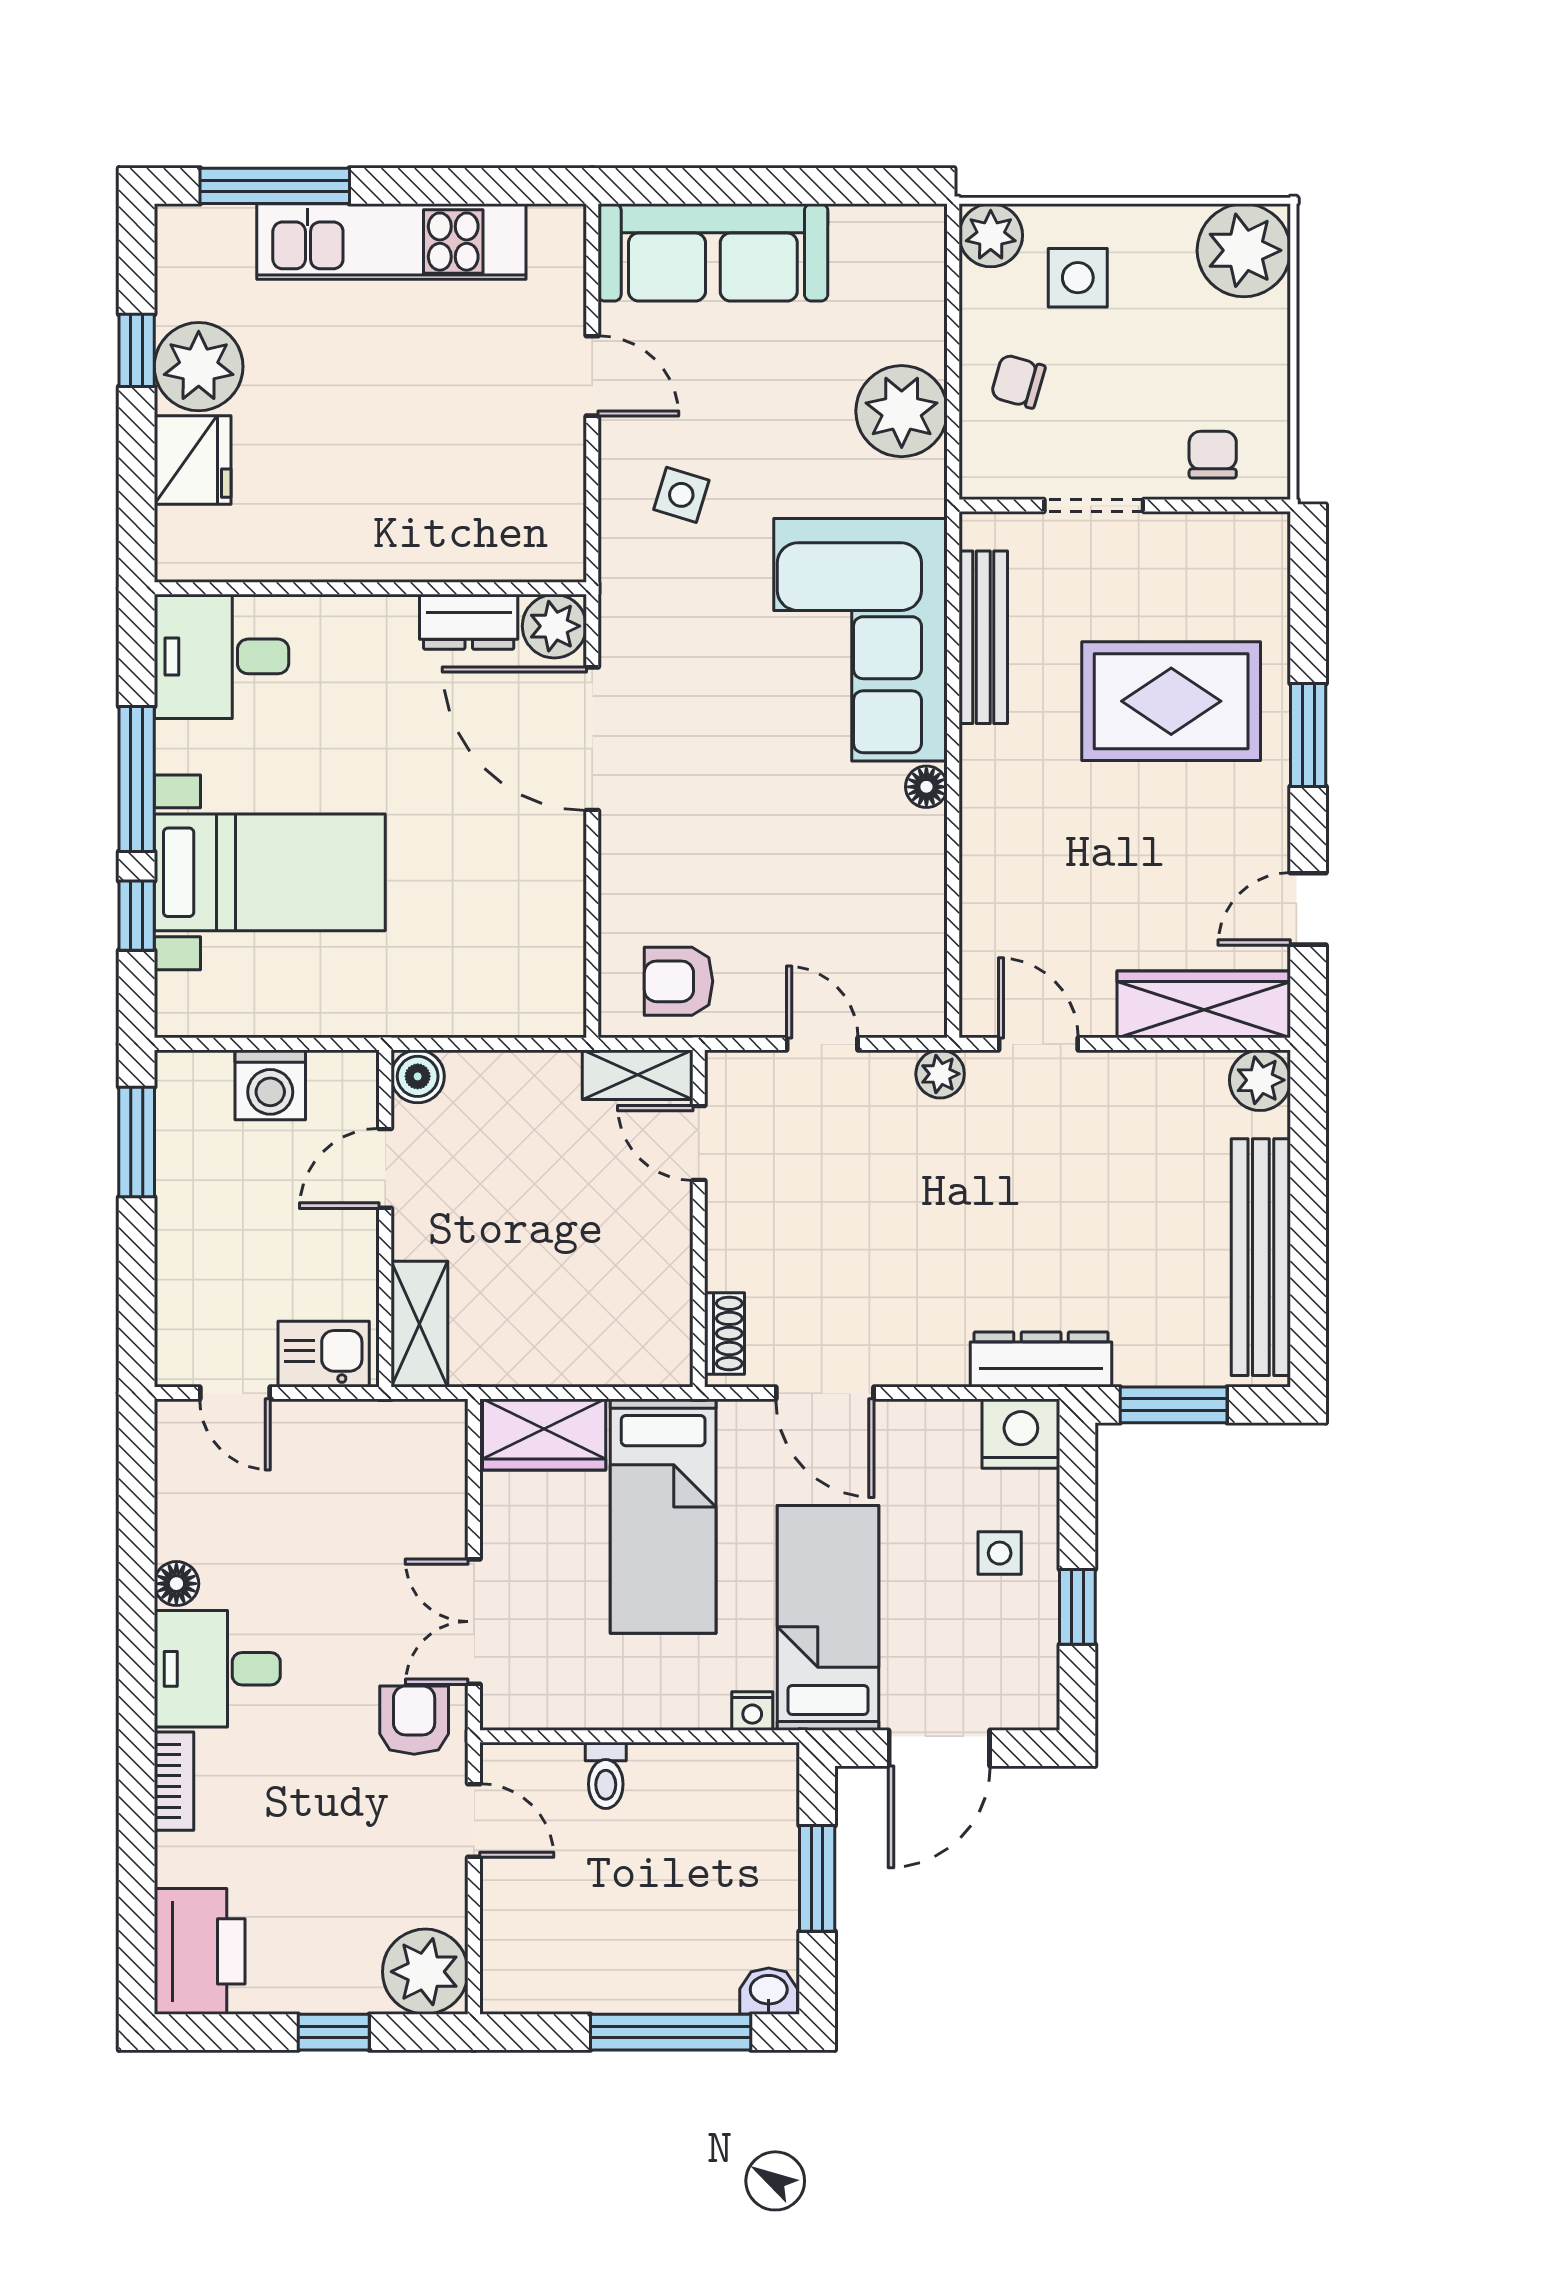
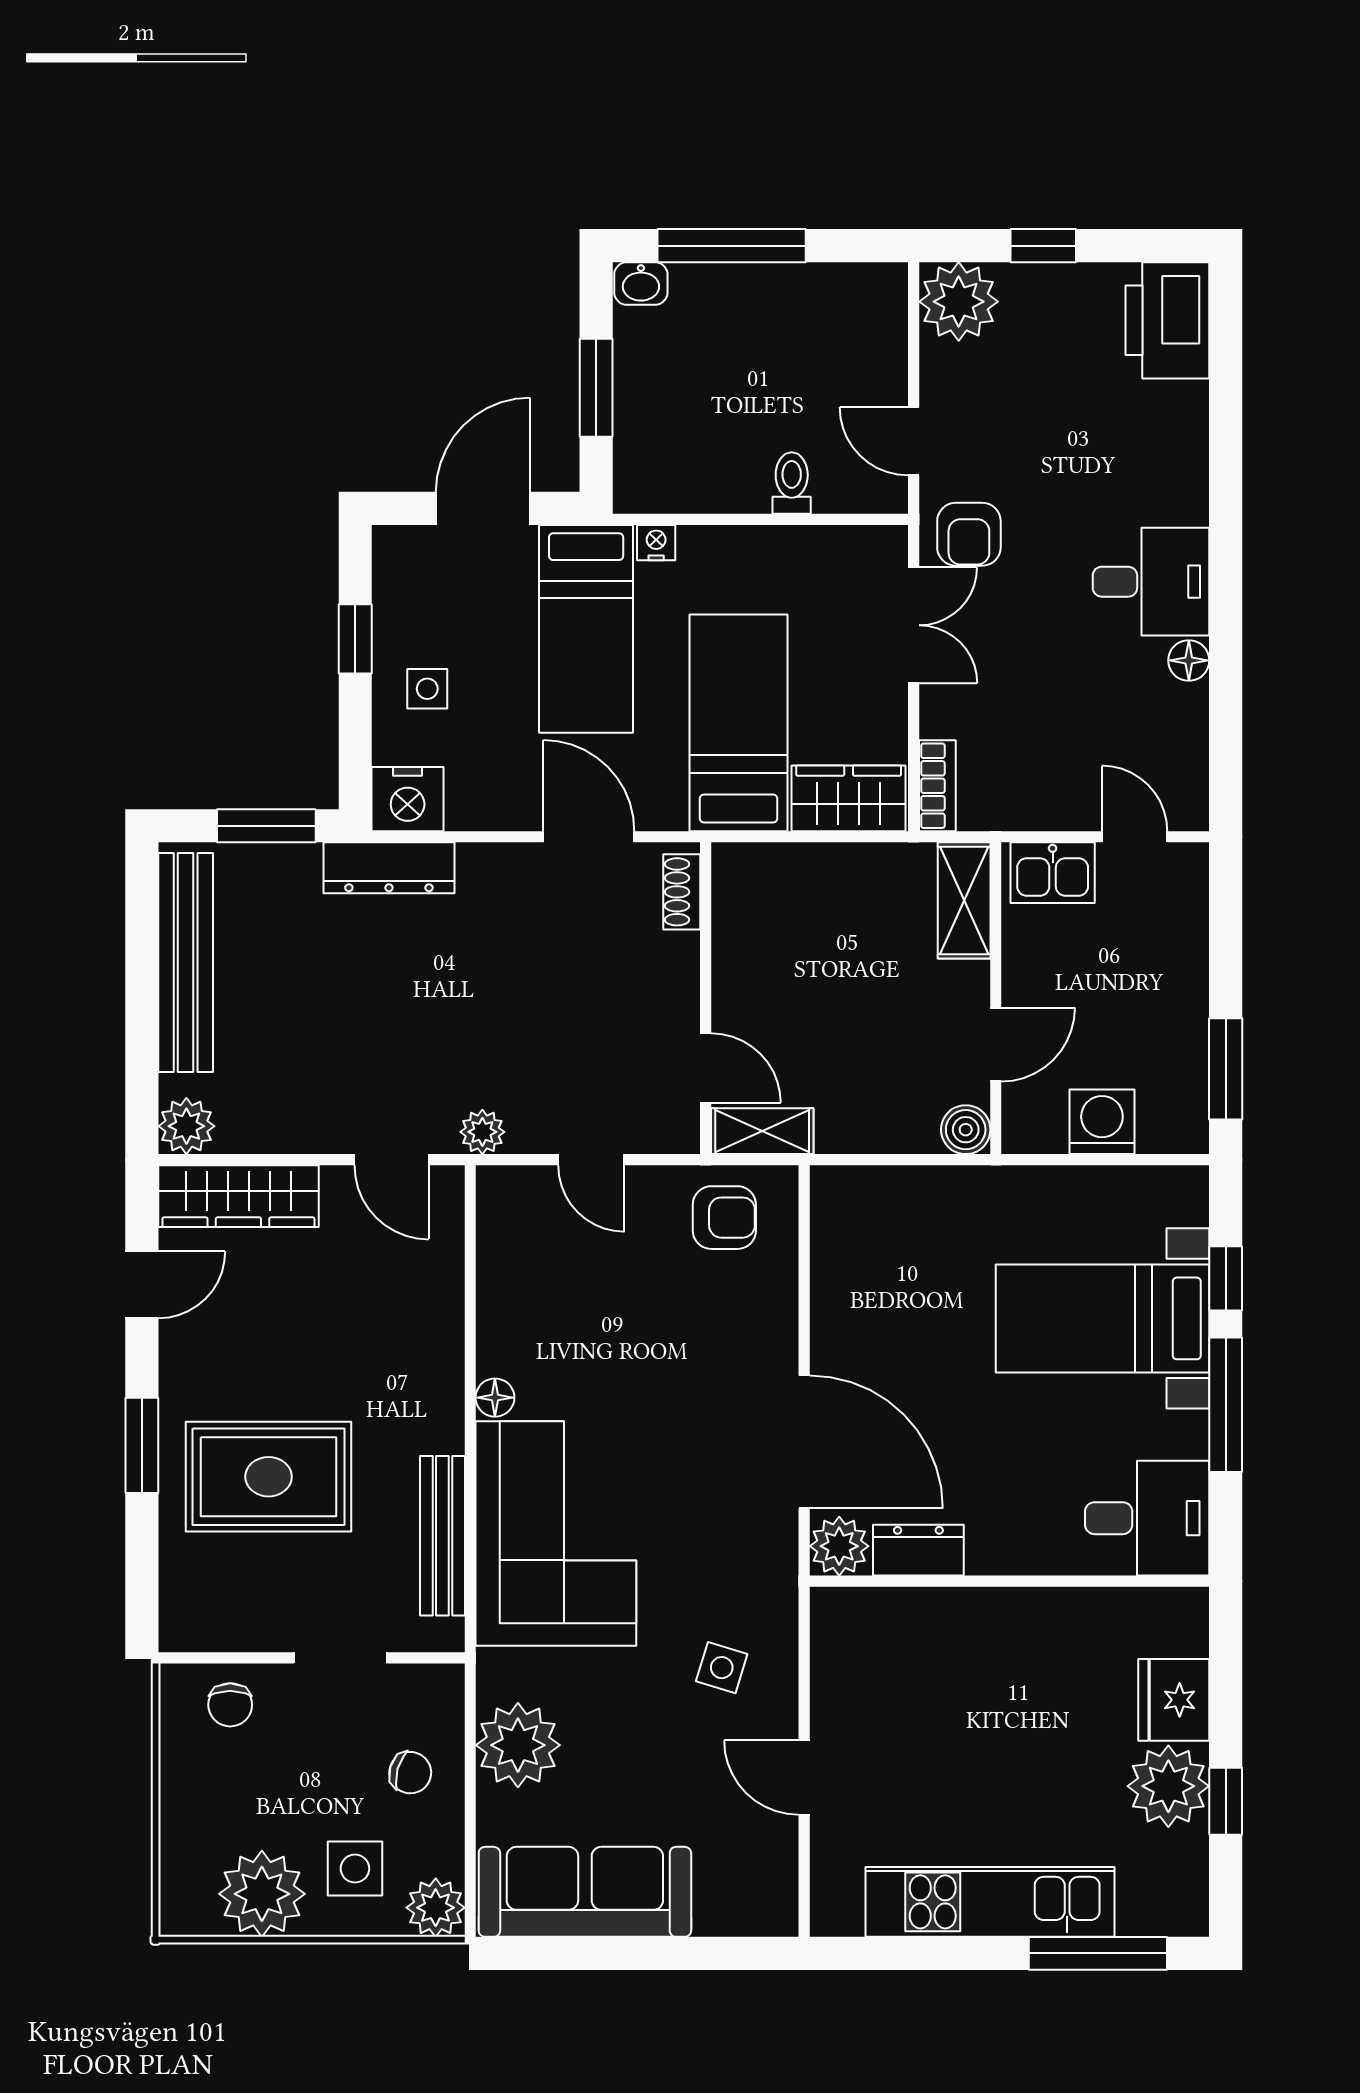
plant: (1244, 250) -> (262, 1894), moved
sofa: (713, 252) -> (585, 1892), moved
bookcase: (174, 1781) -> (937, 786), moved, turned 180

